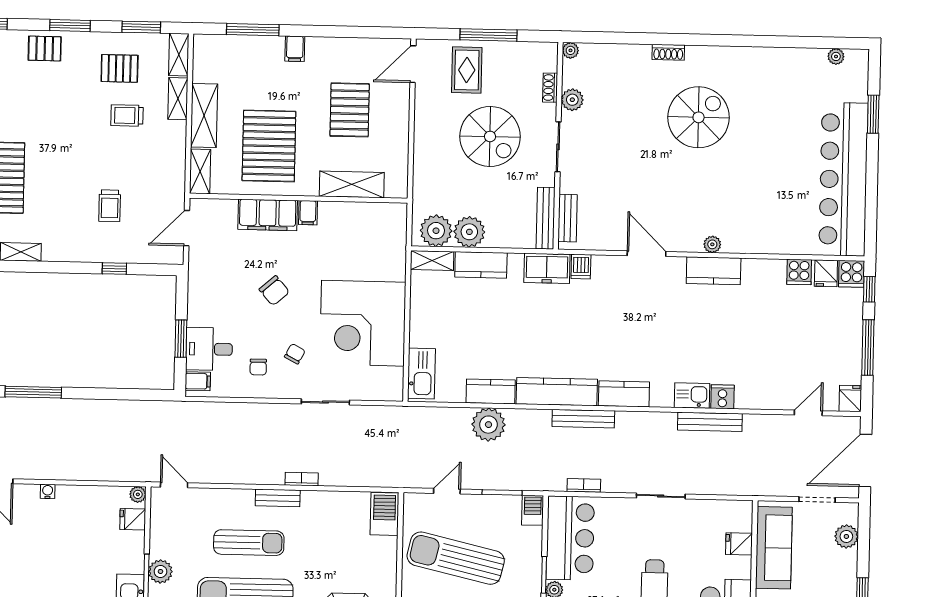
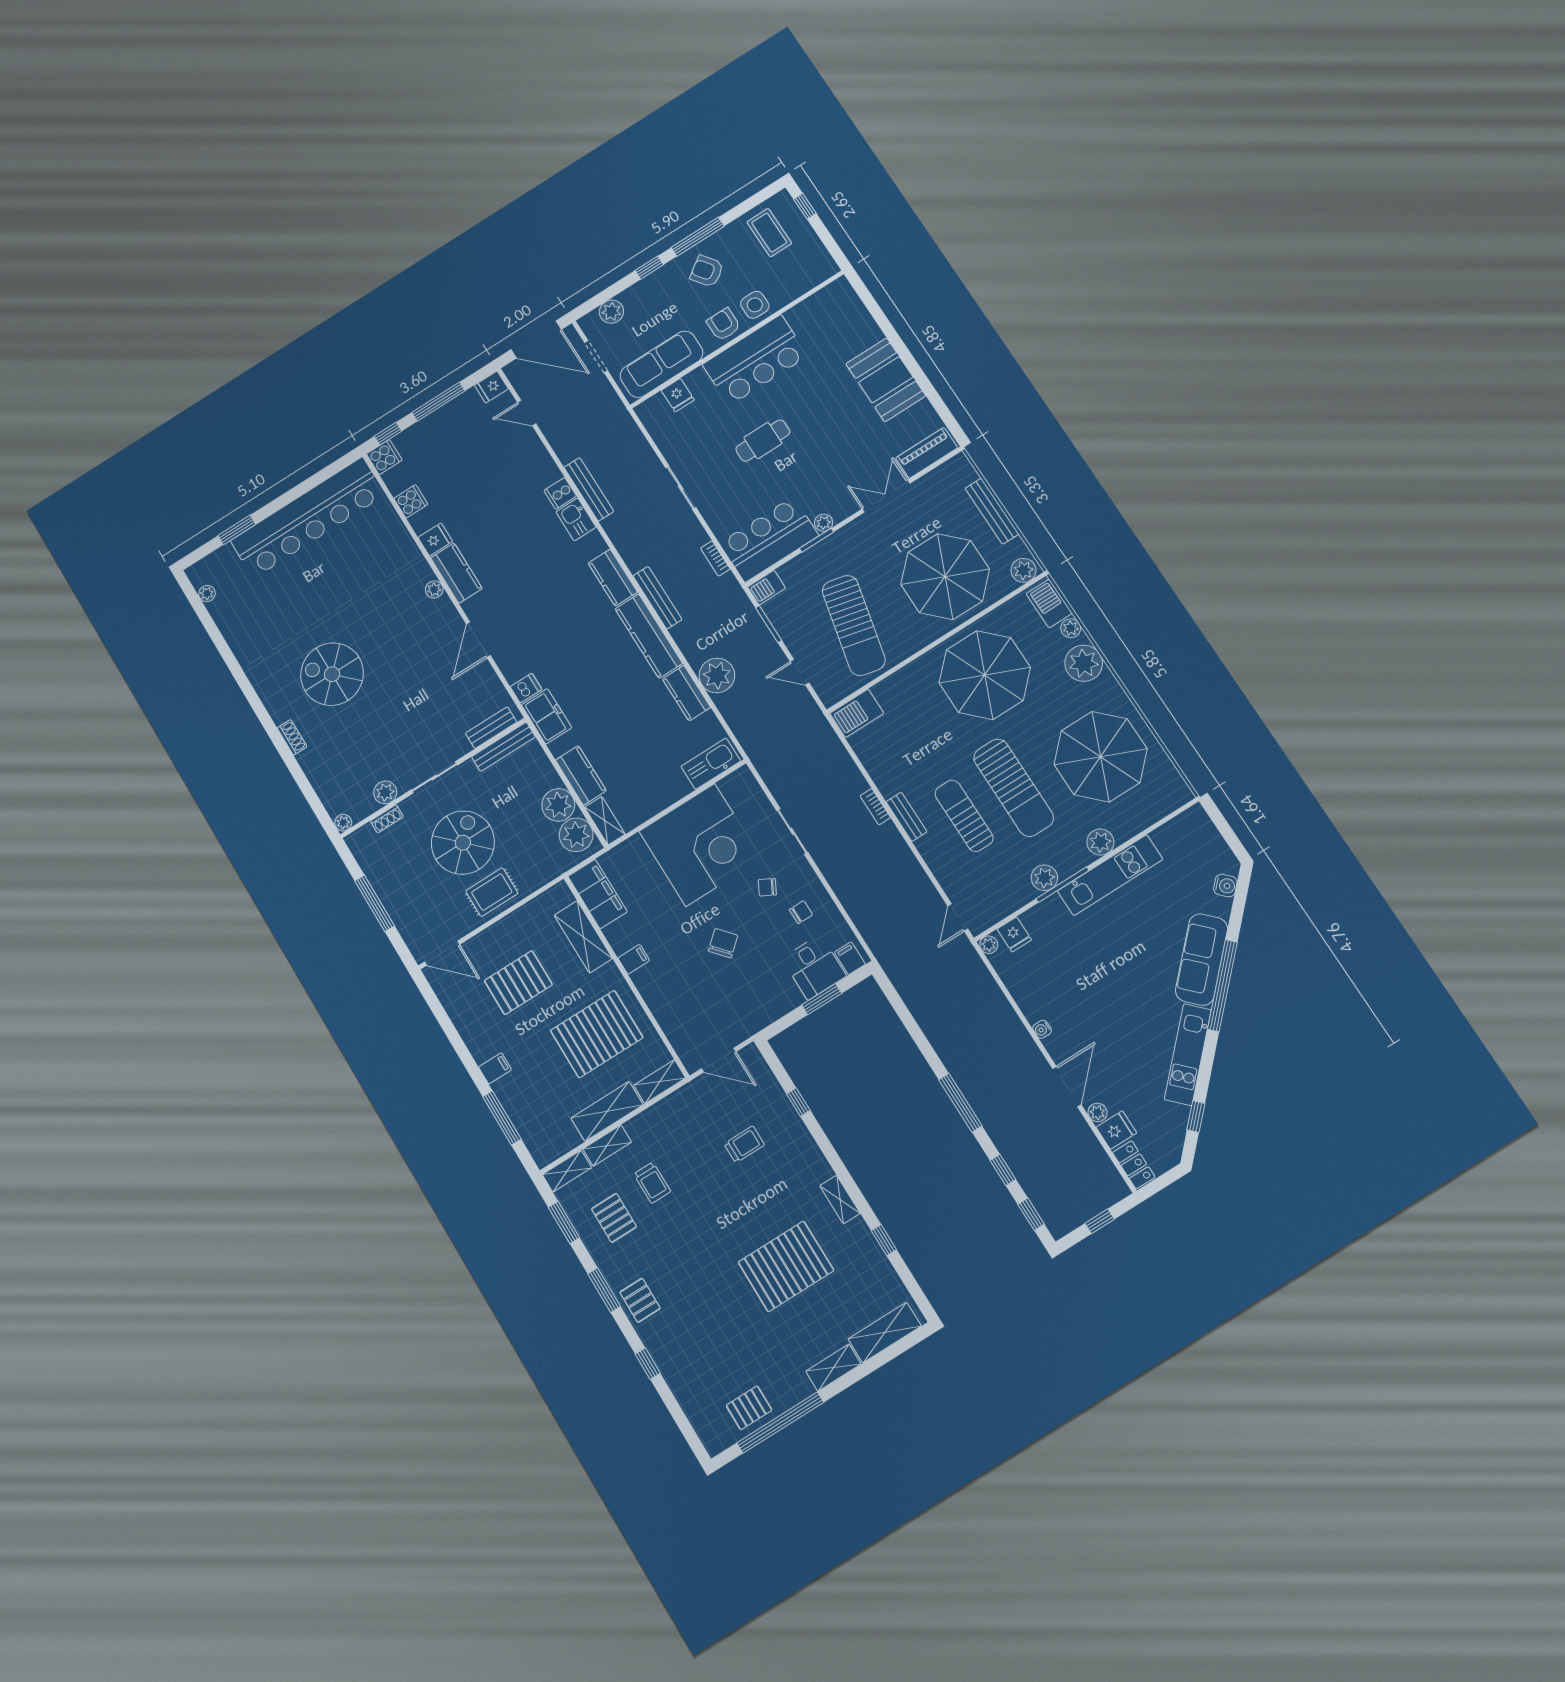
rug: (467, 70) -> (492, 892), moved
filing cabinet: (268, 215) -> (598, 894), moved
fridge: (826, 273) -> (435, 539), moved

